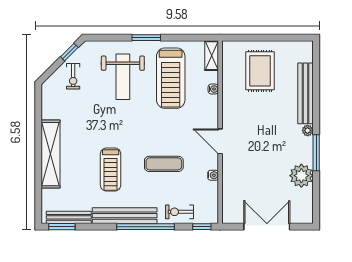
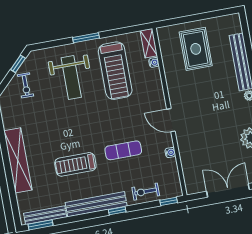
water cooler: (213, 89) -> (154, 62), moved
treadmill: (111, 170) -> (75, 164), turned 90
window: (146, 227) -> (117, 211), width x0.32

